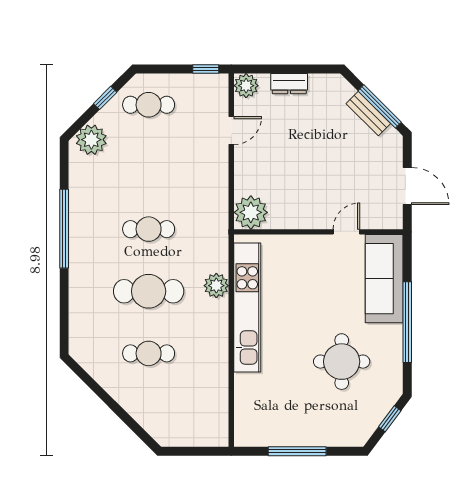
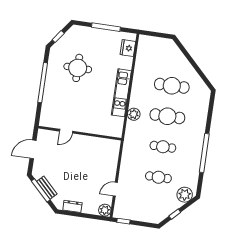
dresser: (289, 84) -> (72, 206), moved
cafe table: (149, 105) -> (158, 177), moved
door: (407, 186) -> (33, 149), hinge flipped
plant: (251, 212) -> (112, 148), removed
sofa: (384, 279) -> (51, 106), removed
kitchen unit: (247, 307) -> (121, 93), width x0.73
cafe table: (149, 353) -> (172, 86), width x1.37, depth x1.35
fridge: (247, 416) -> (128, 48), added

